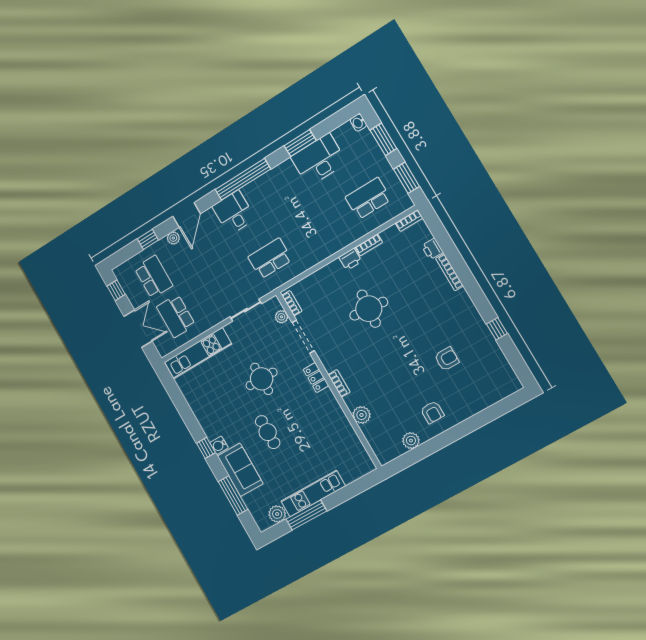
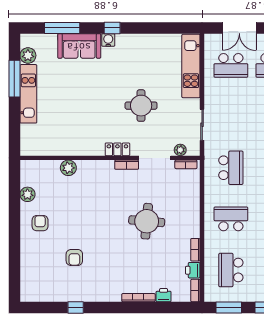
school desk: (368, 198) -> (231, 270), turned 180
school desk: (319, 229) -> (231, 219), added
printer: (350, 259) -> (193, 270), moved
school desk: (176, 316) -> (231, 65), turned 180
bookcase: (339, 383) -> (127, 165), moved
armchair: (432, 412) -> (40, 223), turned 90
cafe table: (268, 432) -> (97, 86), removed

